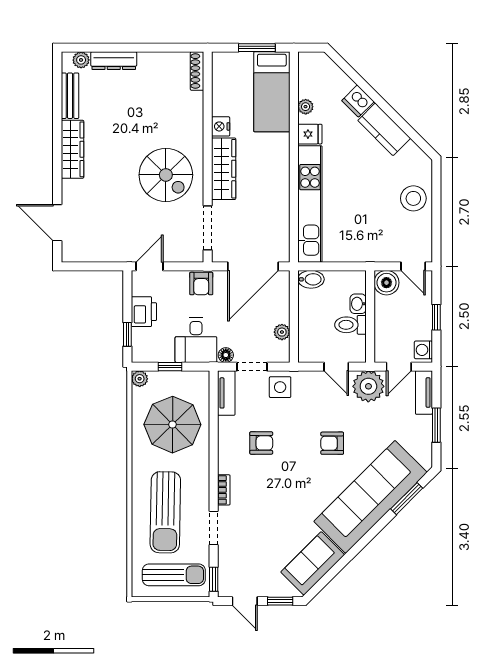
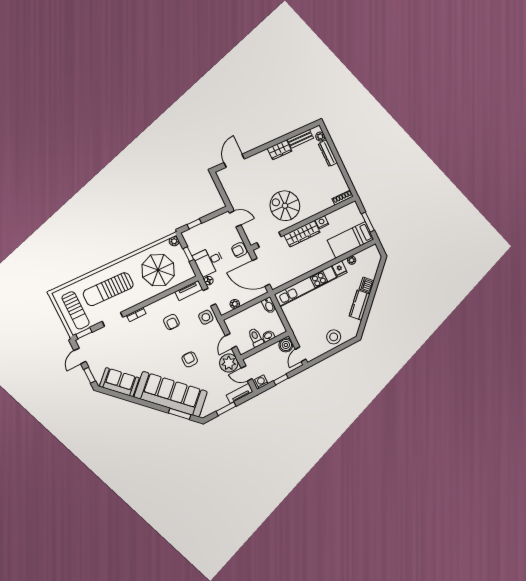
wardrobe: (72, 149) -> (280, 150), width x0.67
spiral stairs: (166, 175) -> (285, 206), turned 90
printer: (144, 312) -> (210, 227), removed

